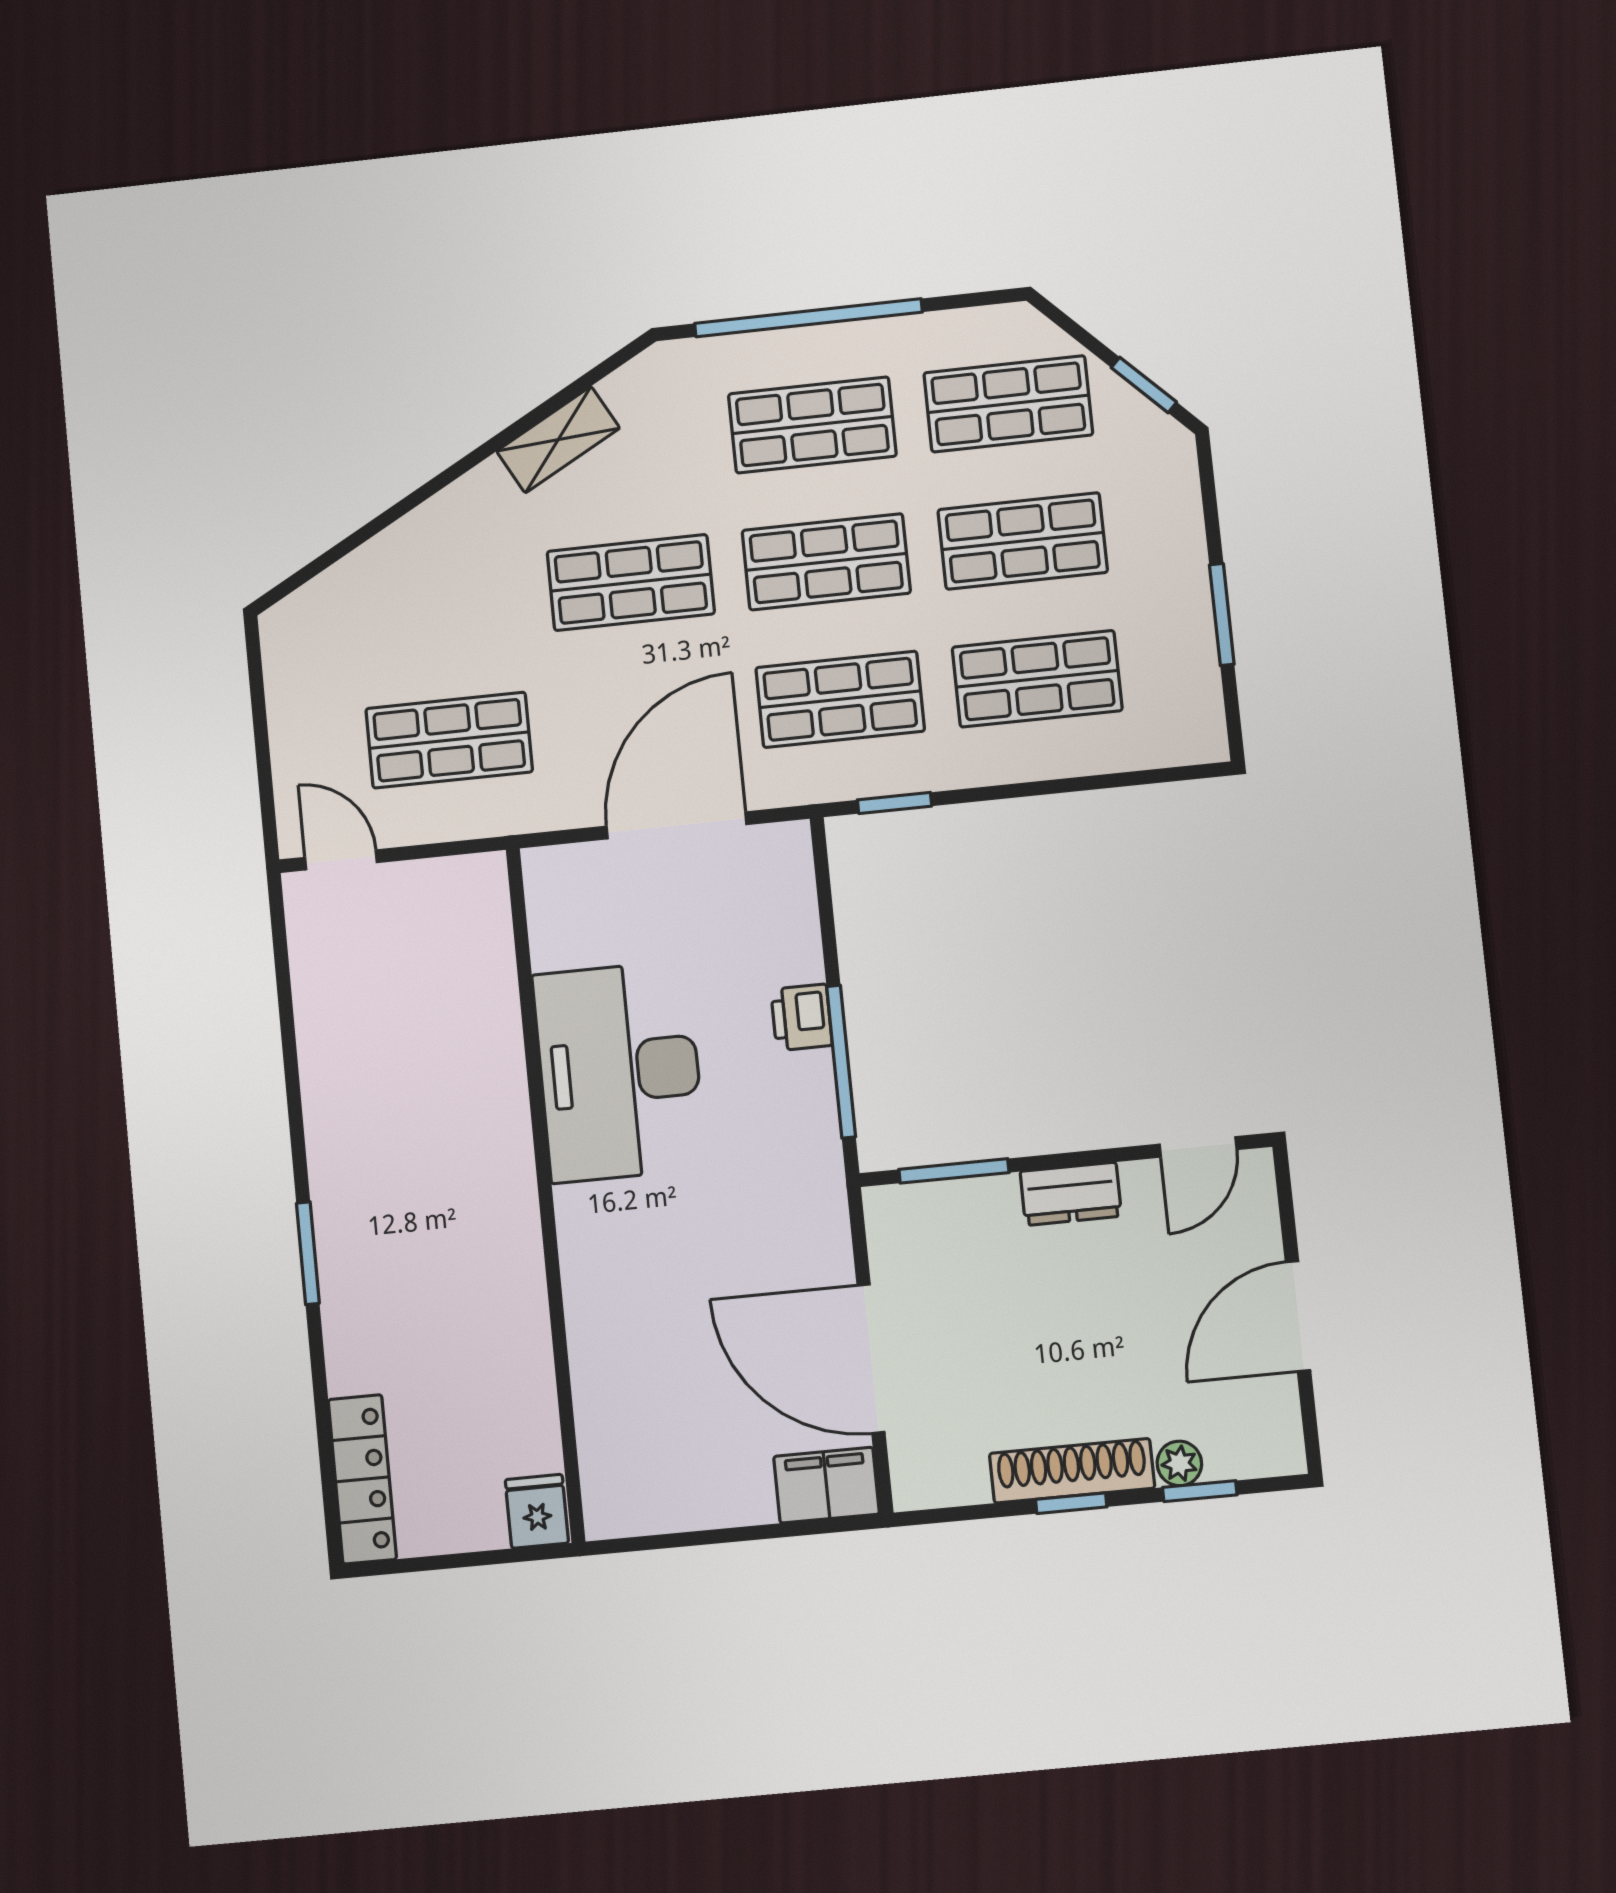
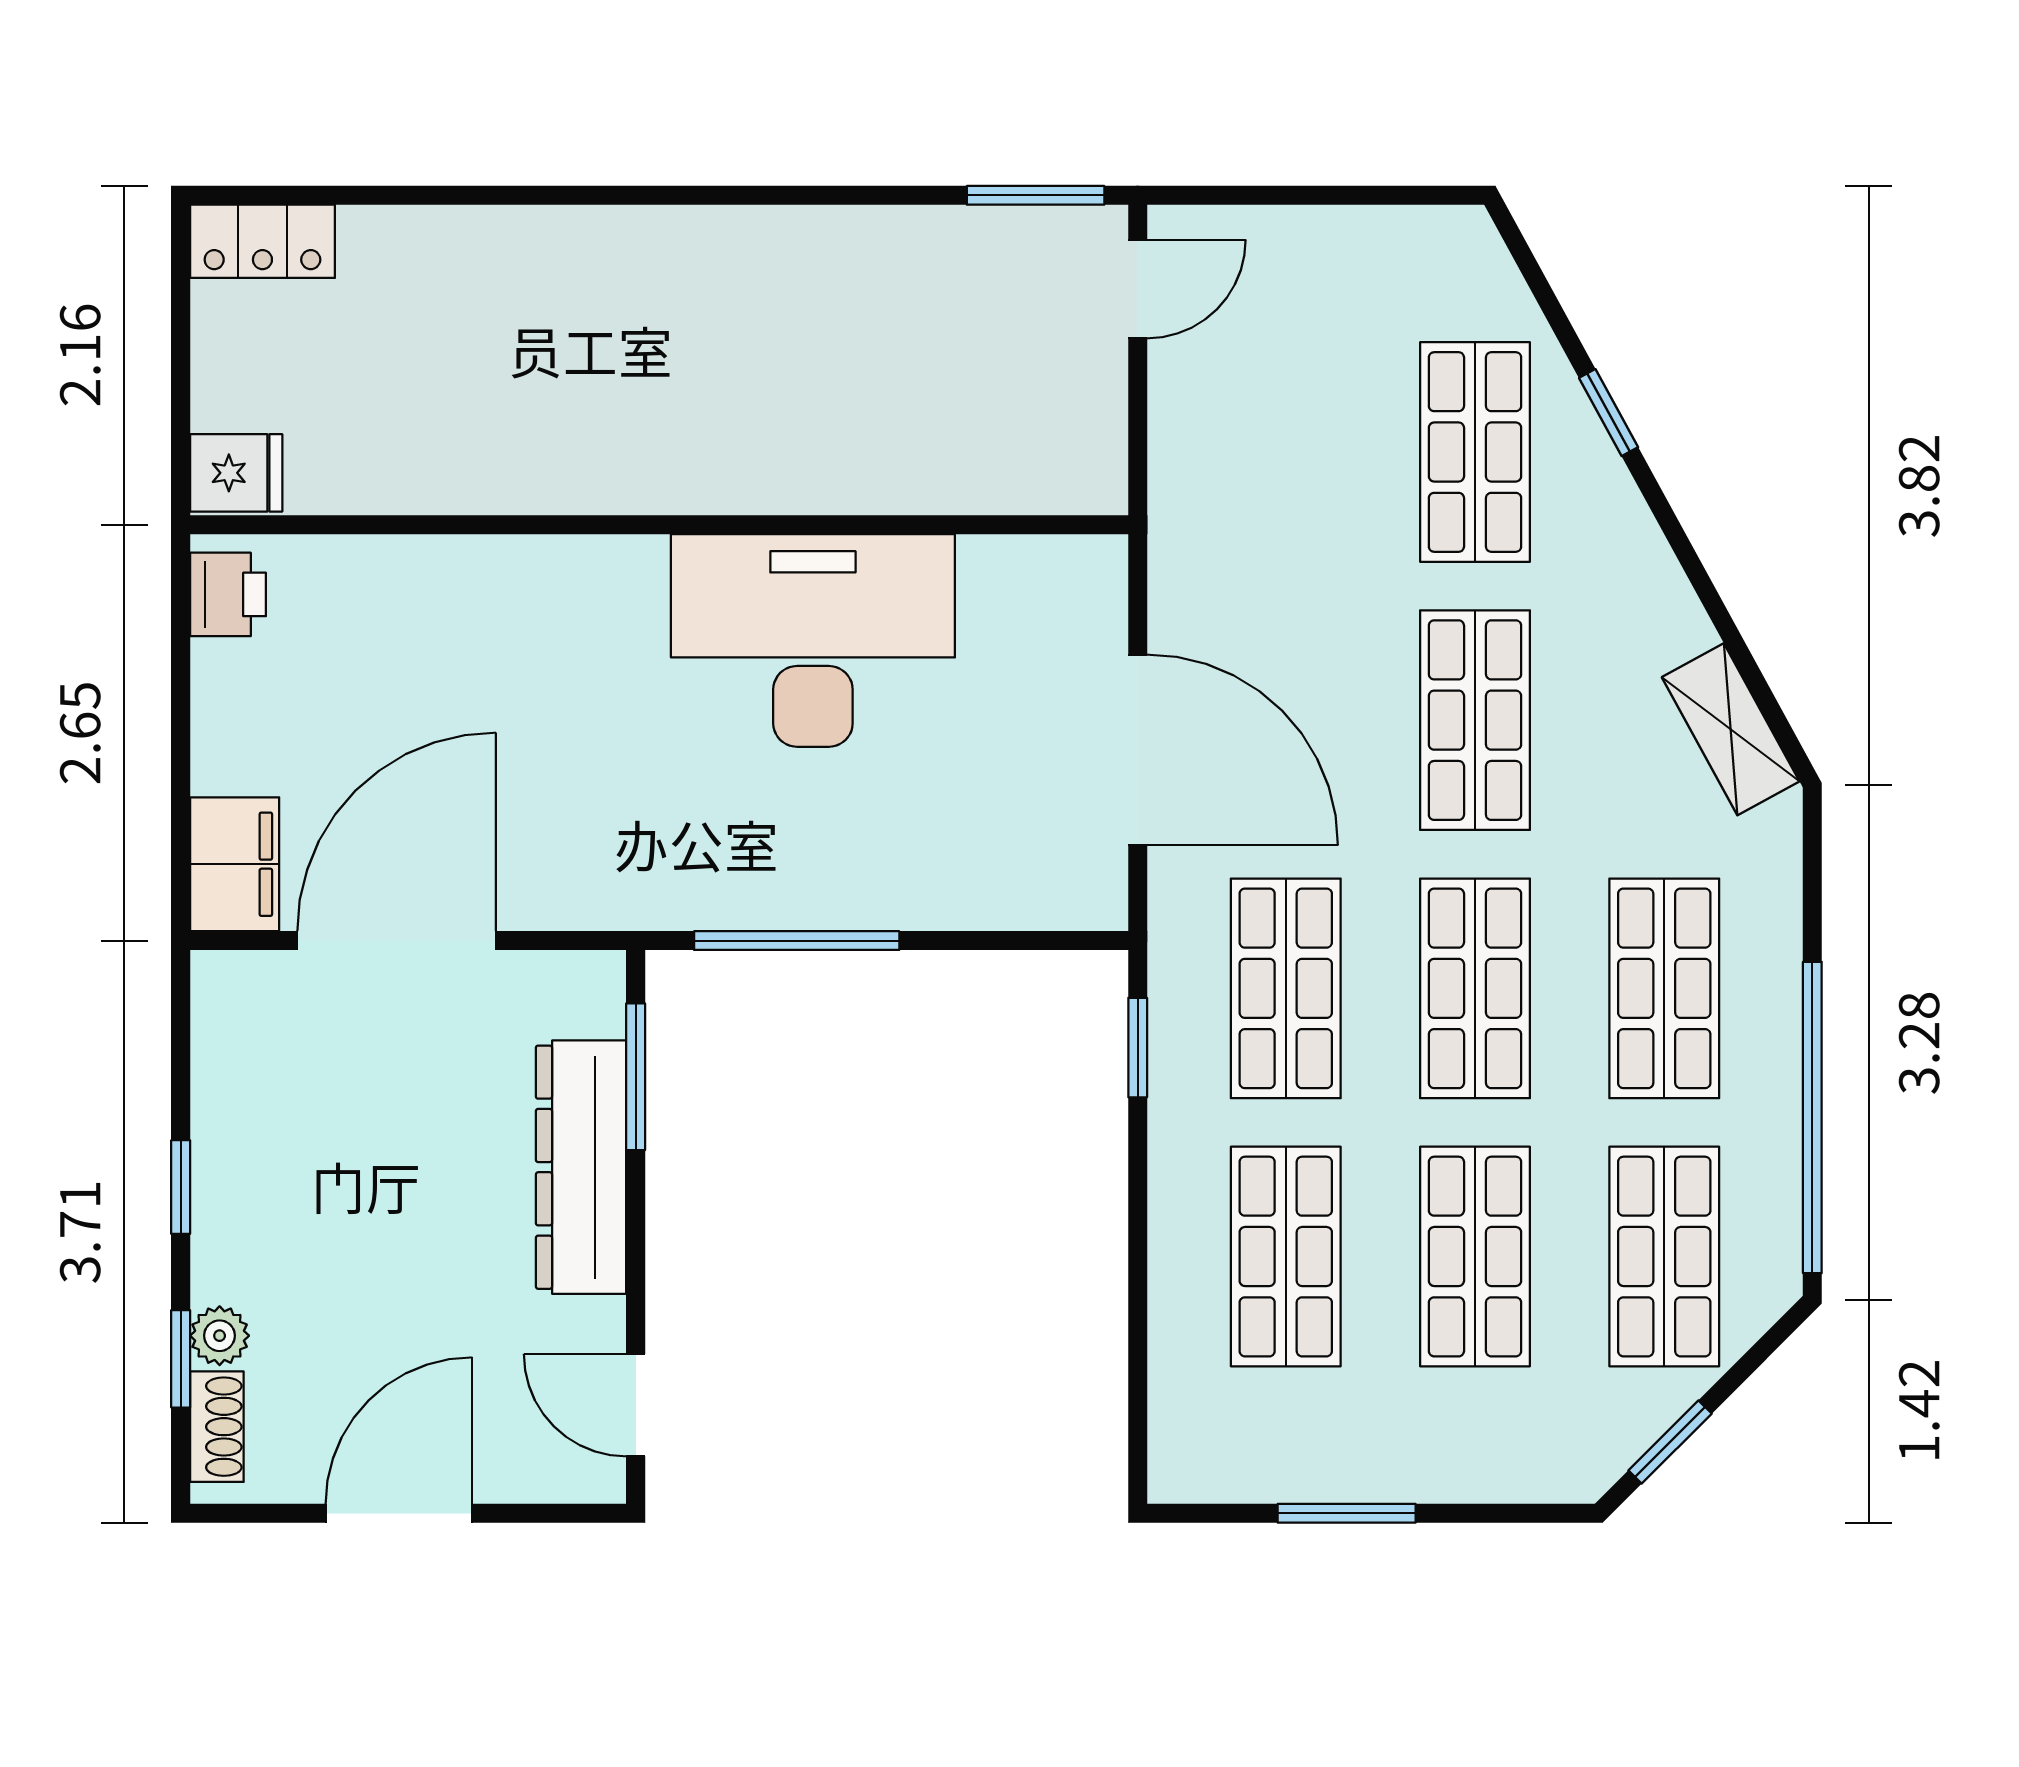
window: (808, 318) -> (1812, 1117), moved
shelving: (558, 440) -> (1731, 729), moved
window: (399, 510) -> (1609, 413), added
shop shelf: (449, 740) -> (1475, 452), moved
printer: (801, 1017) -> (228, 594), moved, turned 90
dresser: (1071, 1194) -> (581, 1167), width x1.96, depth x1.24
window: (308, 1253) -> (1036, 195), moved
door: (1298, 1316) -> (399, 1513), hinge flipped
shoe rack: (1072, 1471) -> (217, 1427), moved, width x0.51, depth x0.81
locker: (362, 1479) -> (262, 241), width x0.66

